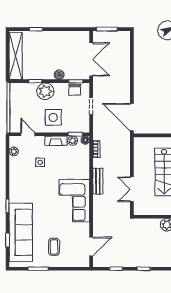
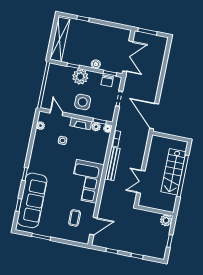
bench: (98, 181) -> (112, 164), width x1.36
coffee table: (54, 247) -> (75, 218), moved

